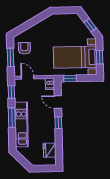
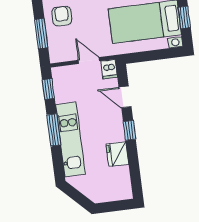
door: (28, 77) -> (89, 61), moved
window: (70, 78) -> (140, 57), removed
fridge: (50, 150) -> (117, 154), moved

